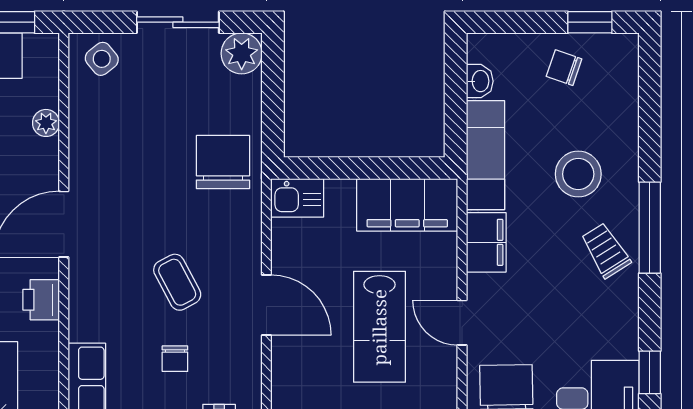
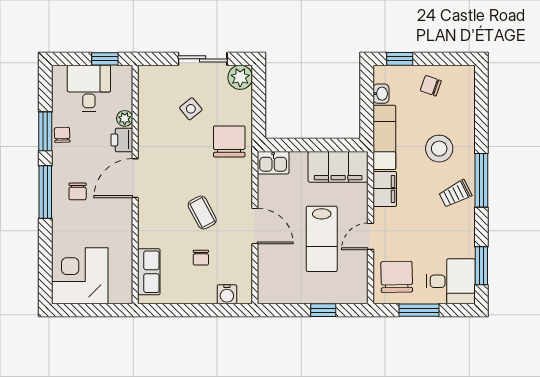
window: (590, 22) -> (400, 59), moved
side table: (102, 59) -> (191, 109), moved
trolley: (606, 250) -> (455, 194), turned -85
printer: (41, 300) -> (122, 140), moved
door: (462, 323) -> (370, 236), hinge flipped
window: (650, 372) -> (481, 266), width x1.50

